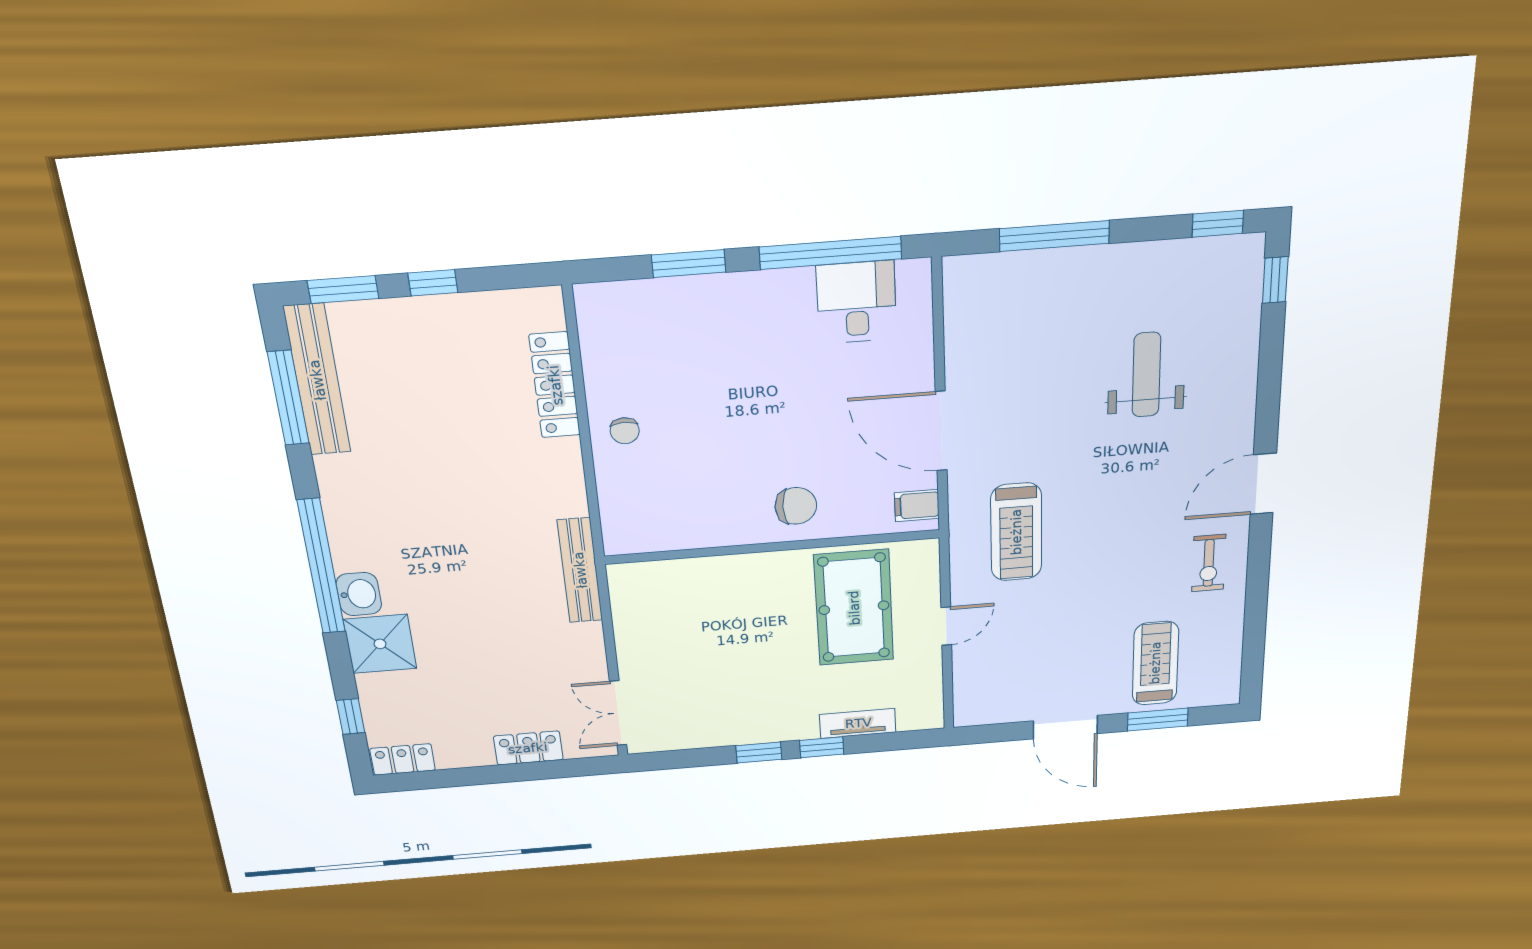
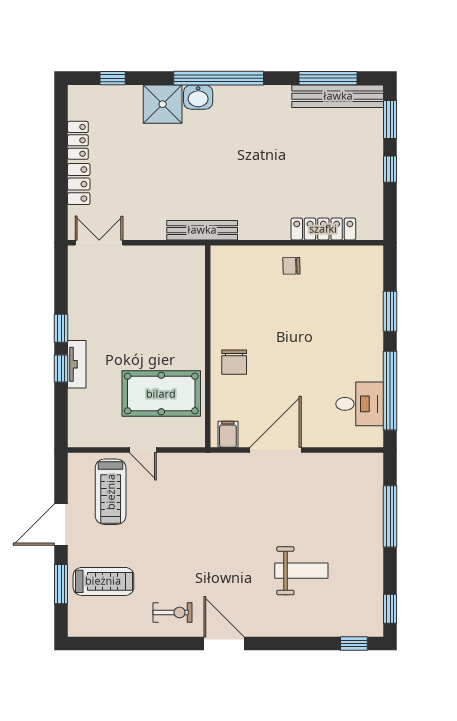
treadmill: (1016, 532) -> (111, 492), moved, turned -90
exercise bike: (1209, 563) -> (173, 612), turned 180
tv unit: (858, 723) -> (77, 364), moved
locker: (403, 759) -> (78, 140), moved

